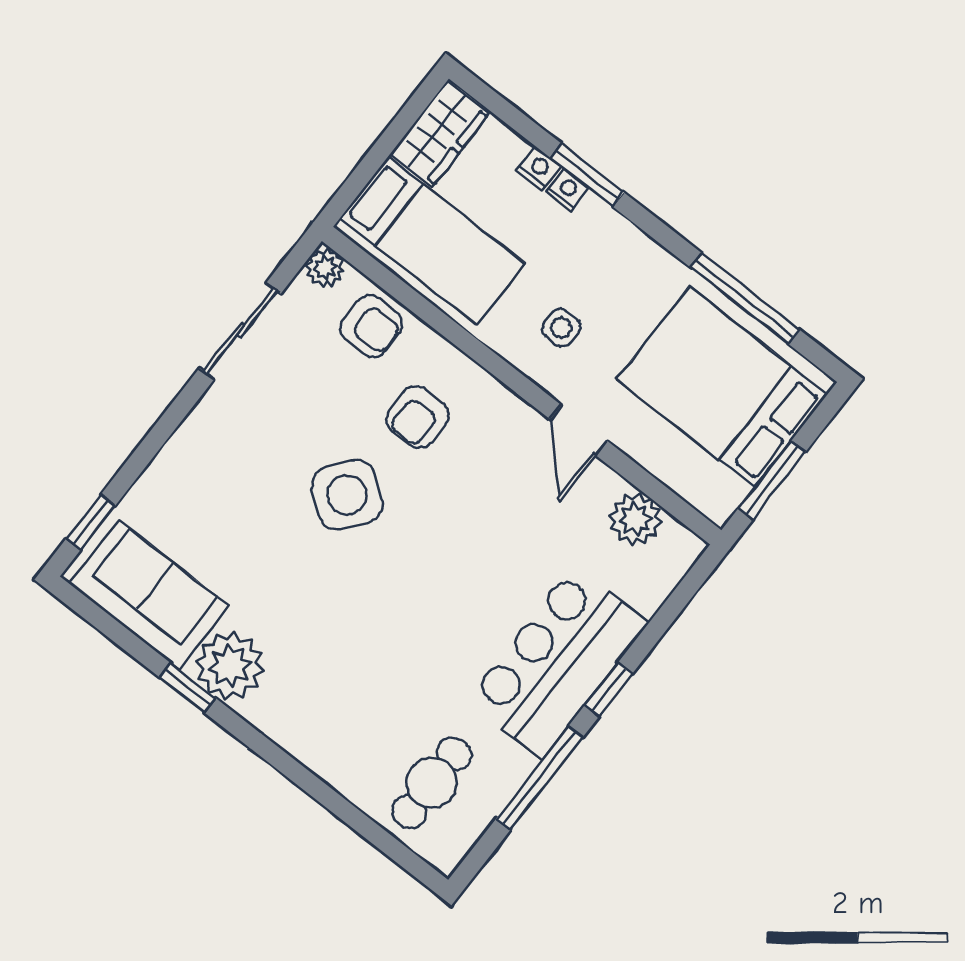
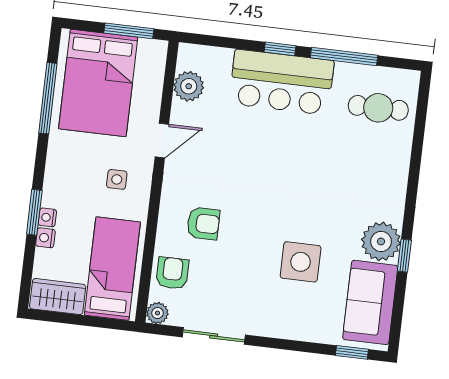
side table: (347, 495) -> (301, 262), moved, turned -37

